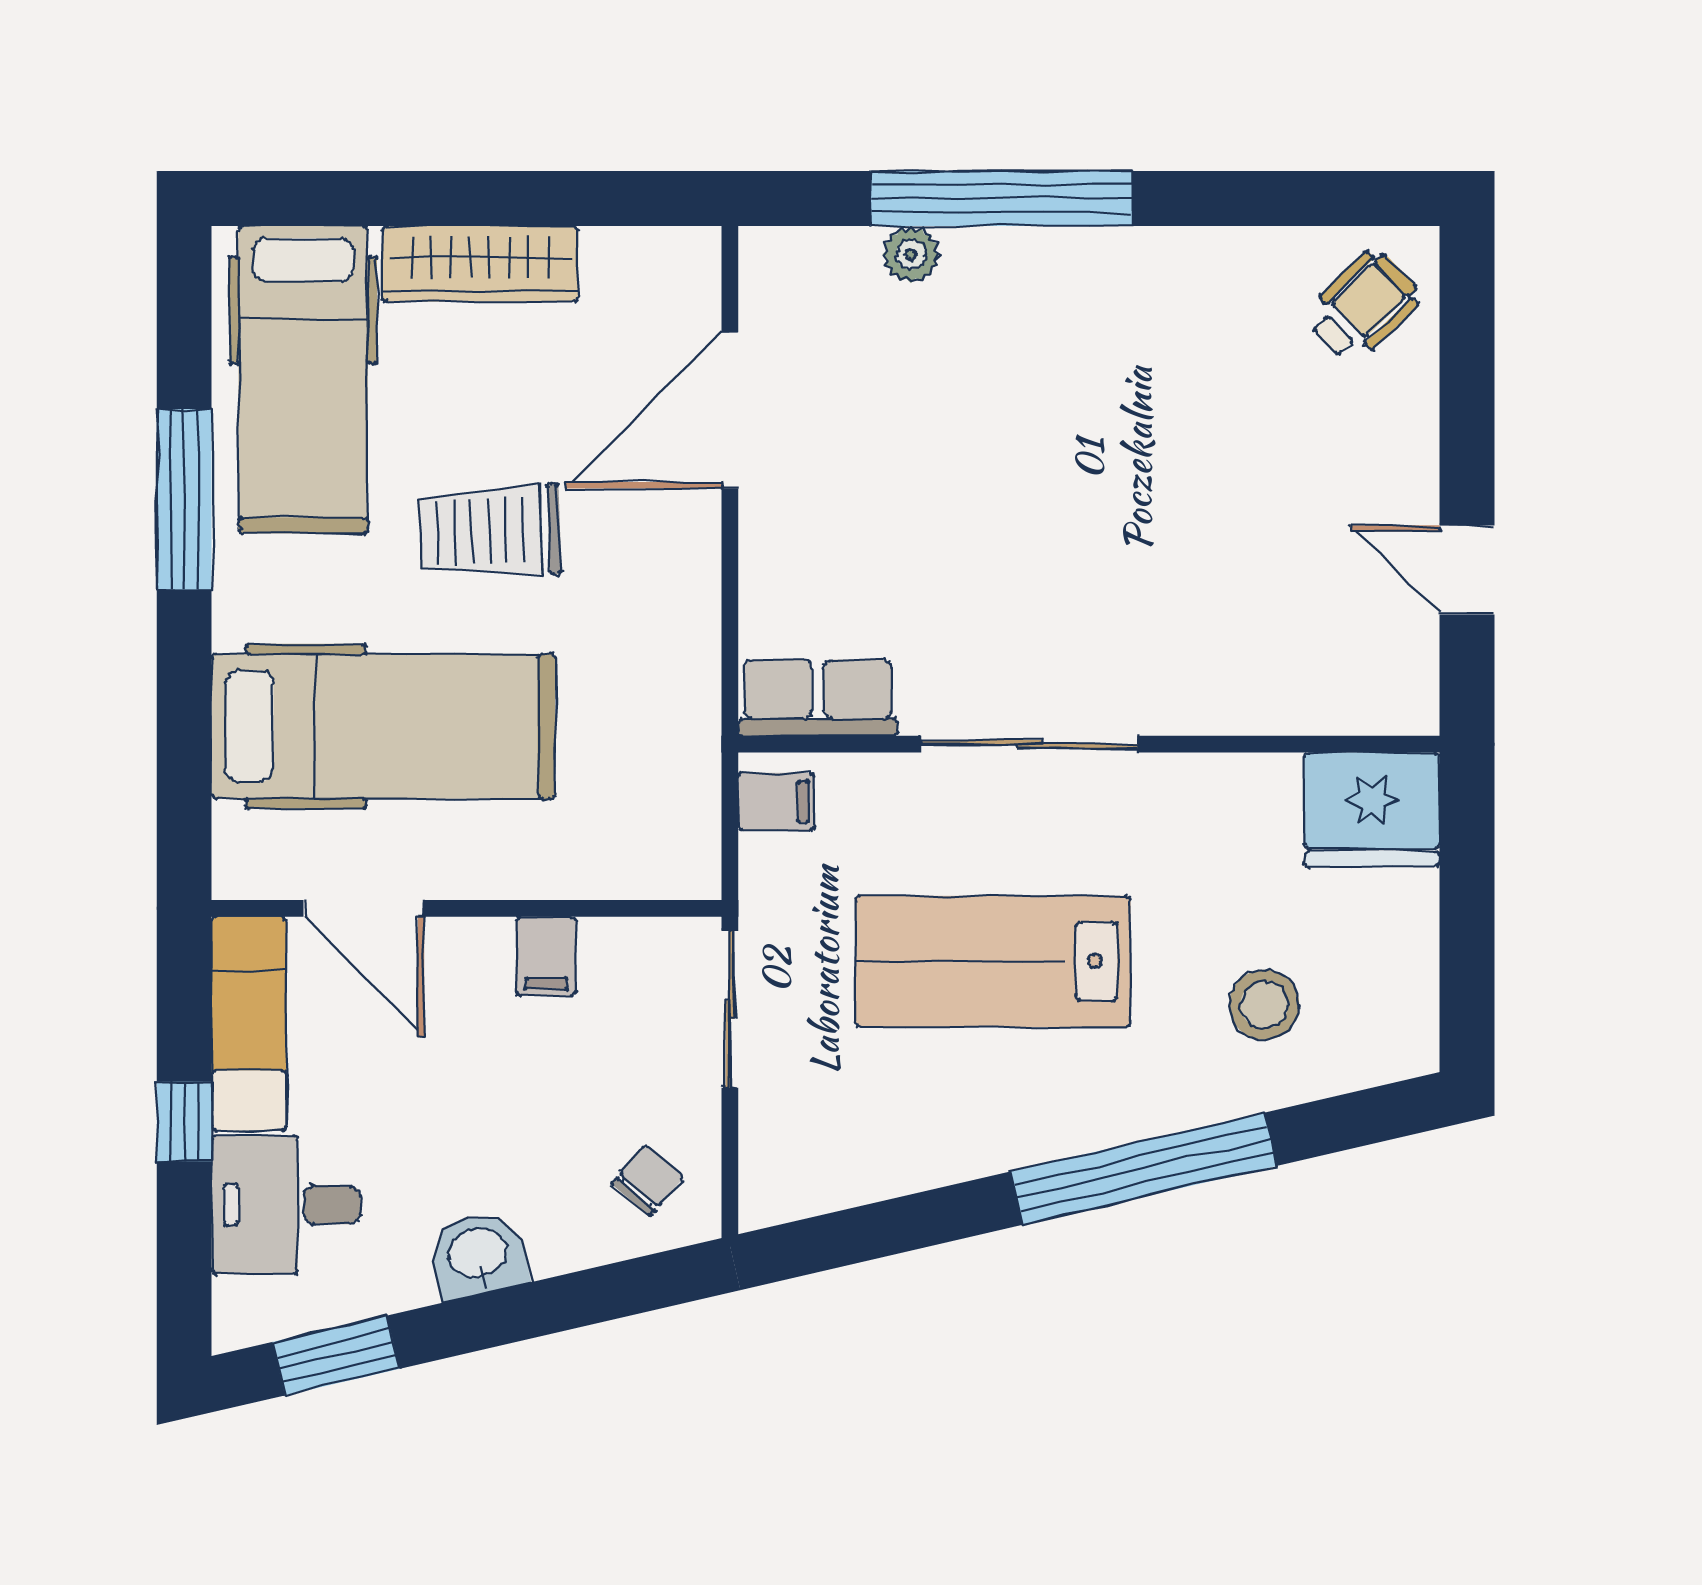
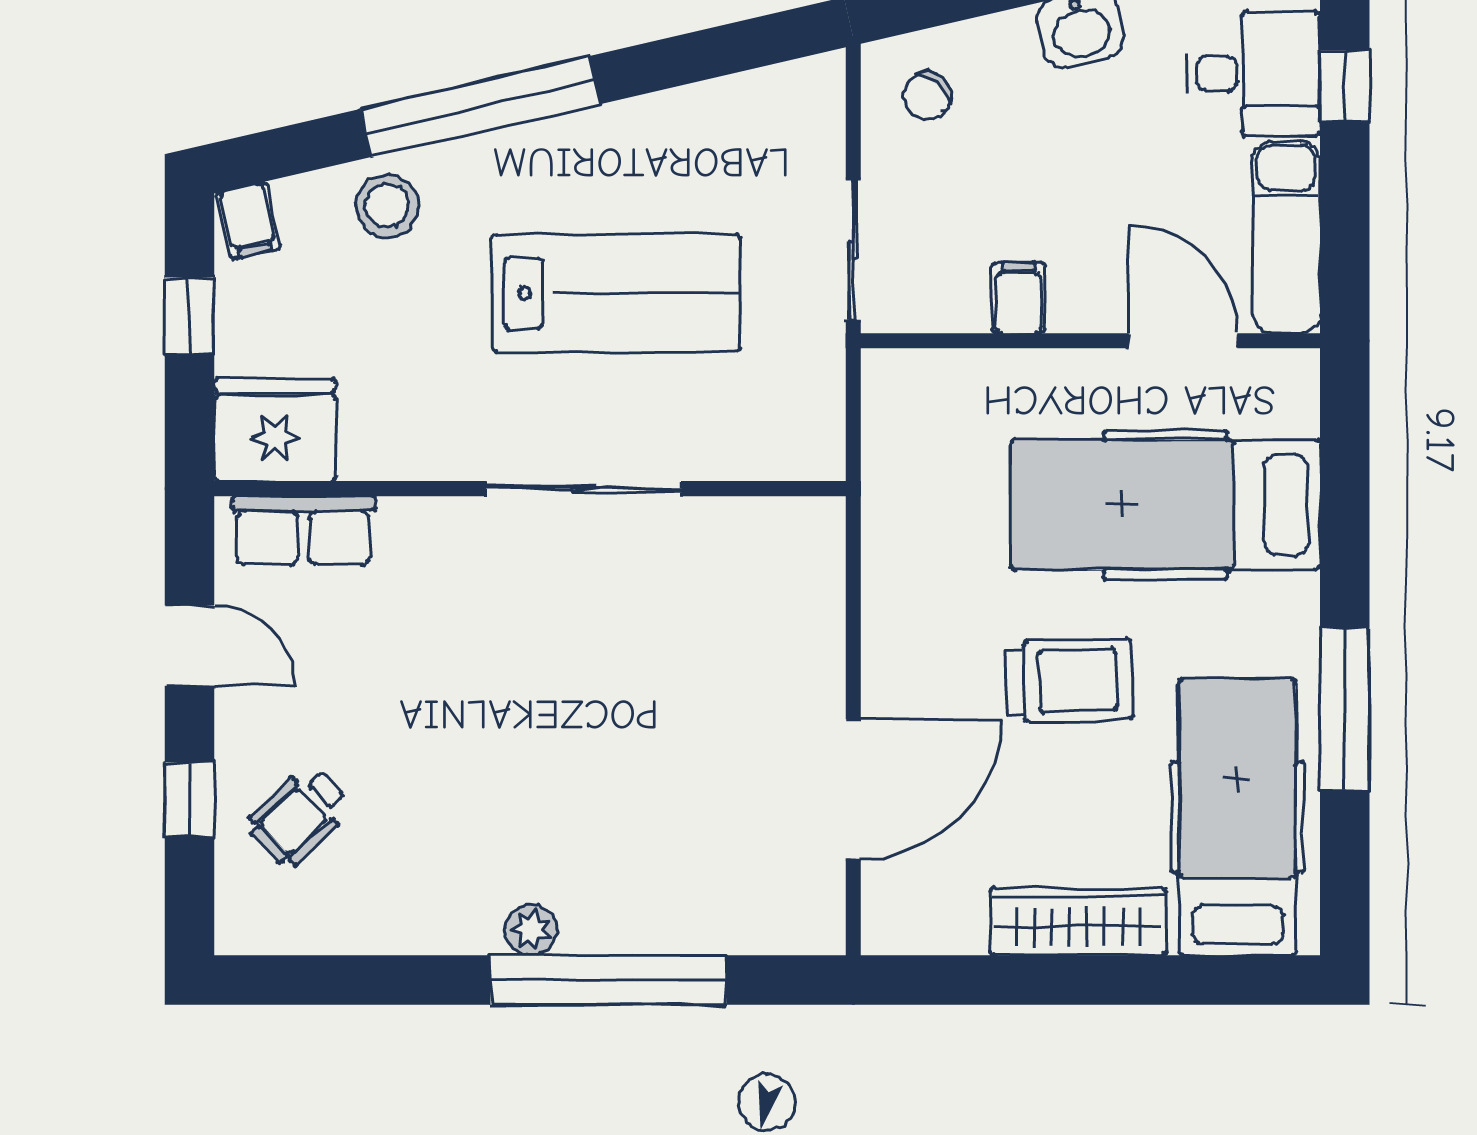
plant: (911, 254) -> (531, 930), moved
wheelchair: (1363, 306) -> (299, 816), moved
window: (1467, 399) -> (190, 799), added
row of seats: (818, 698) -> (303, 530), moved
filing cabinet: (776, 802) -> (249, 221), moved, turned -103
window: (1467, 936) -> (190, 316), added
stool: (1264, 1005) -> (387, 206), moved
window: (184, 1122) -> (1345, 86), moved

